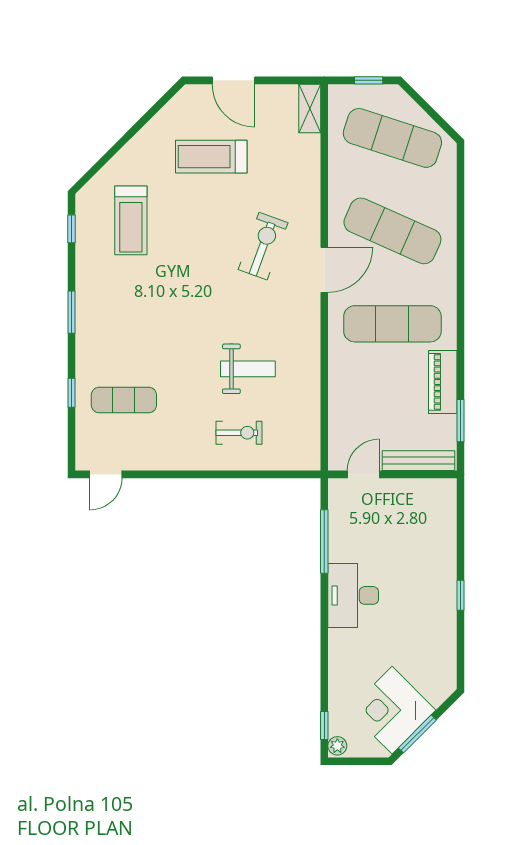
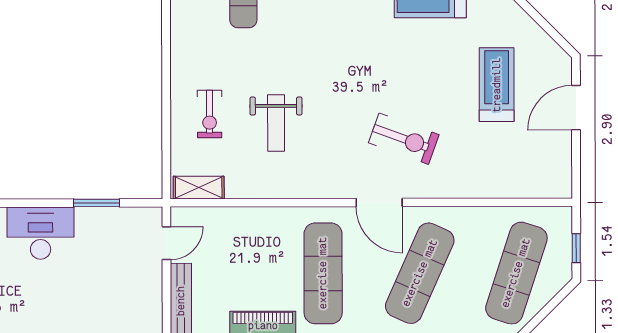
shelving: (310, 108) -> (199, 188), moved
door: (363, 474) -> (166, 243), hinge flipped
window: (324, 542) -> (97, 203), width x0.69

